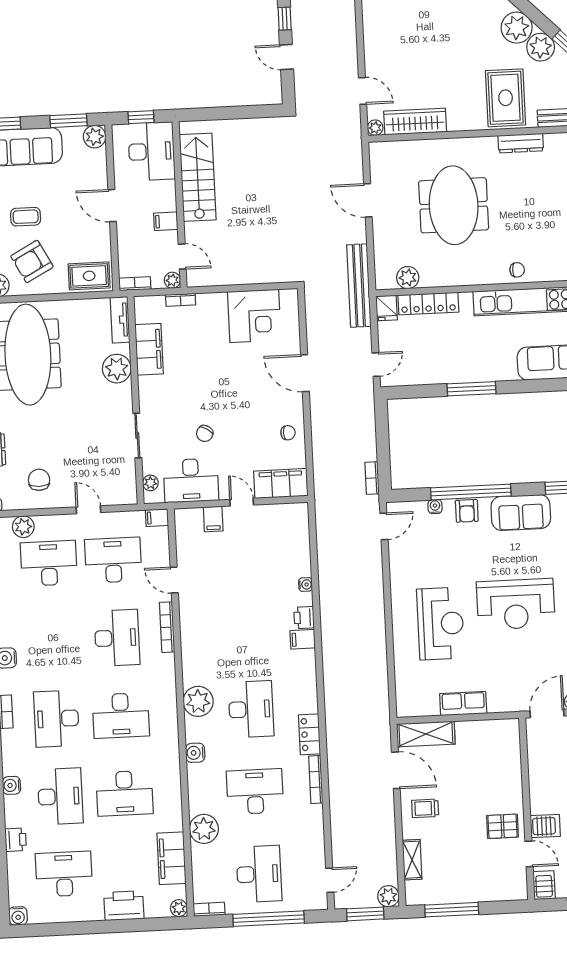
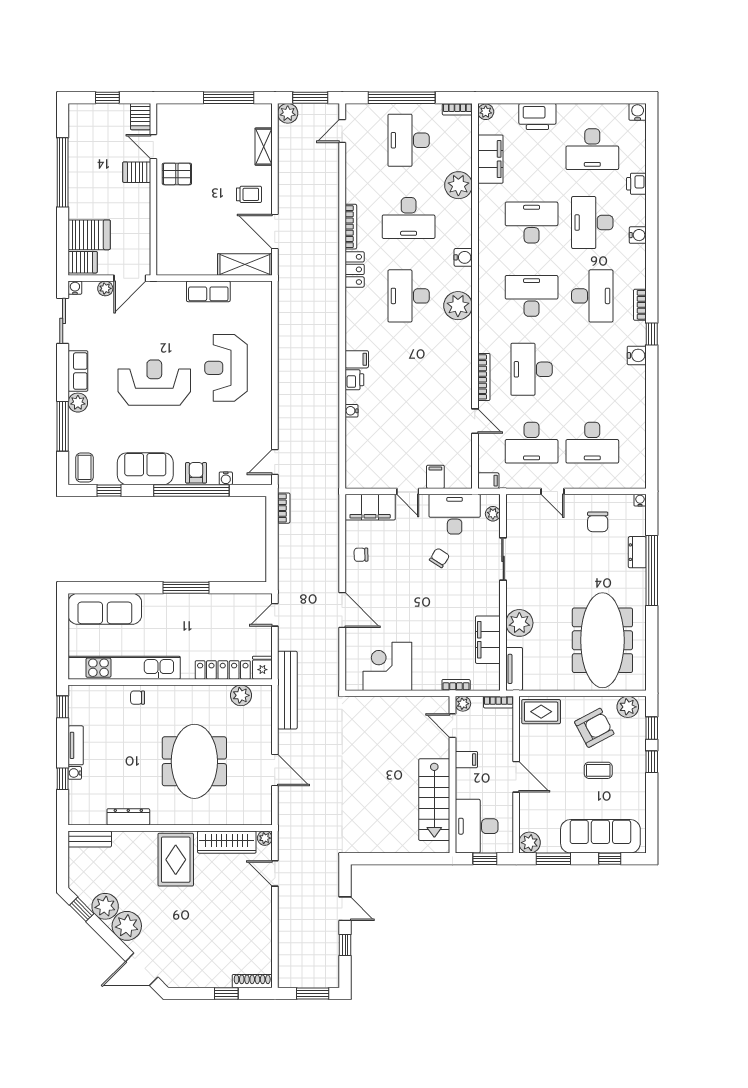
rug: (506, 98) -> (176, 860), moved
plant: (23, 527) -> (615, 478), removed

